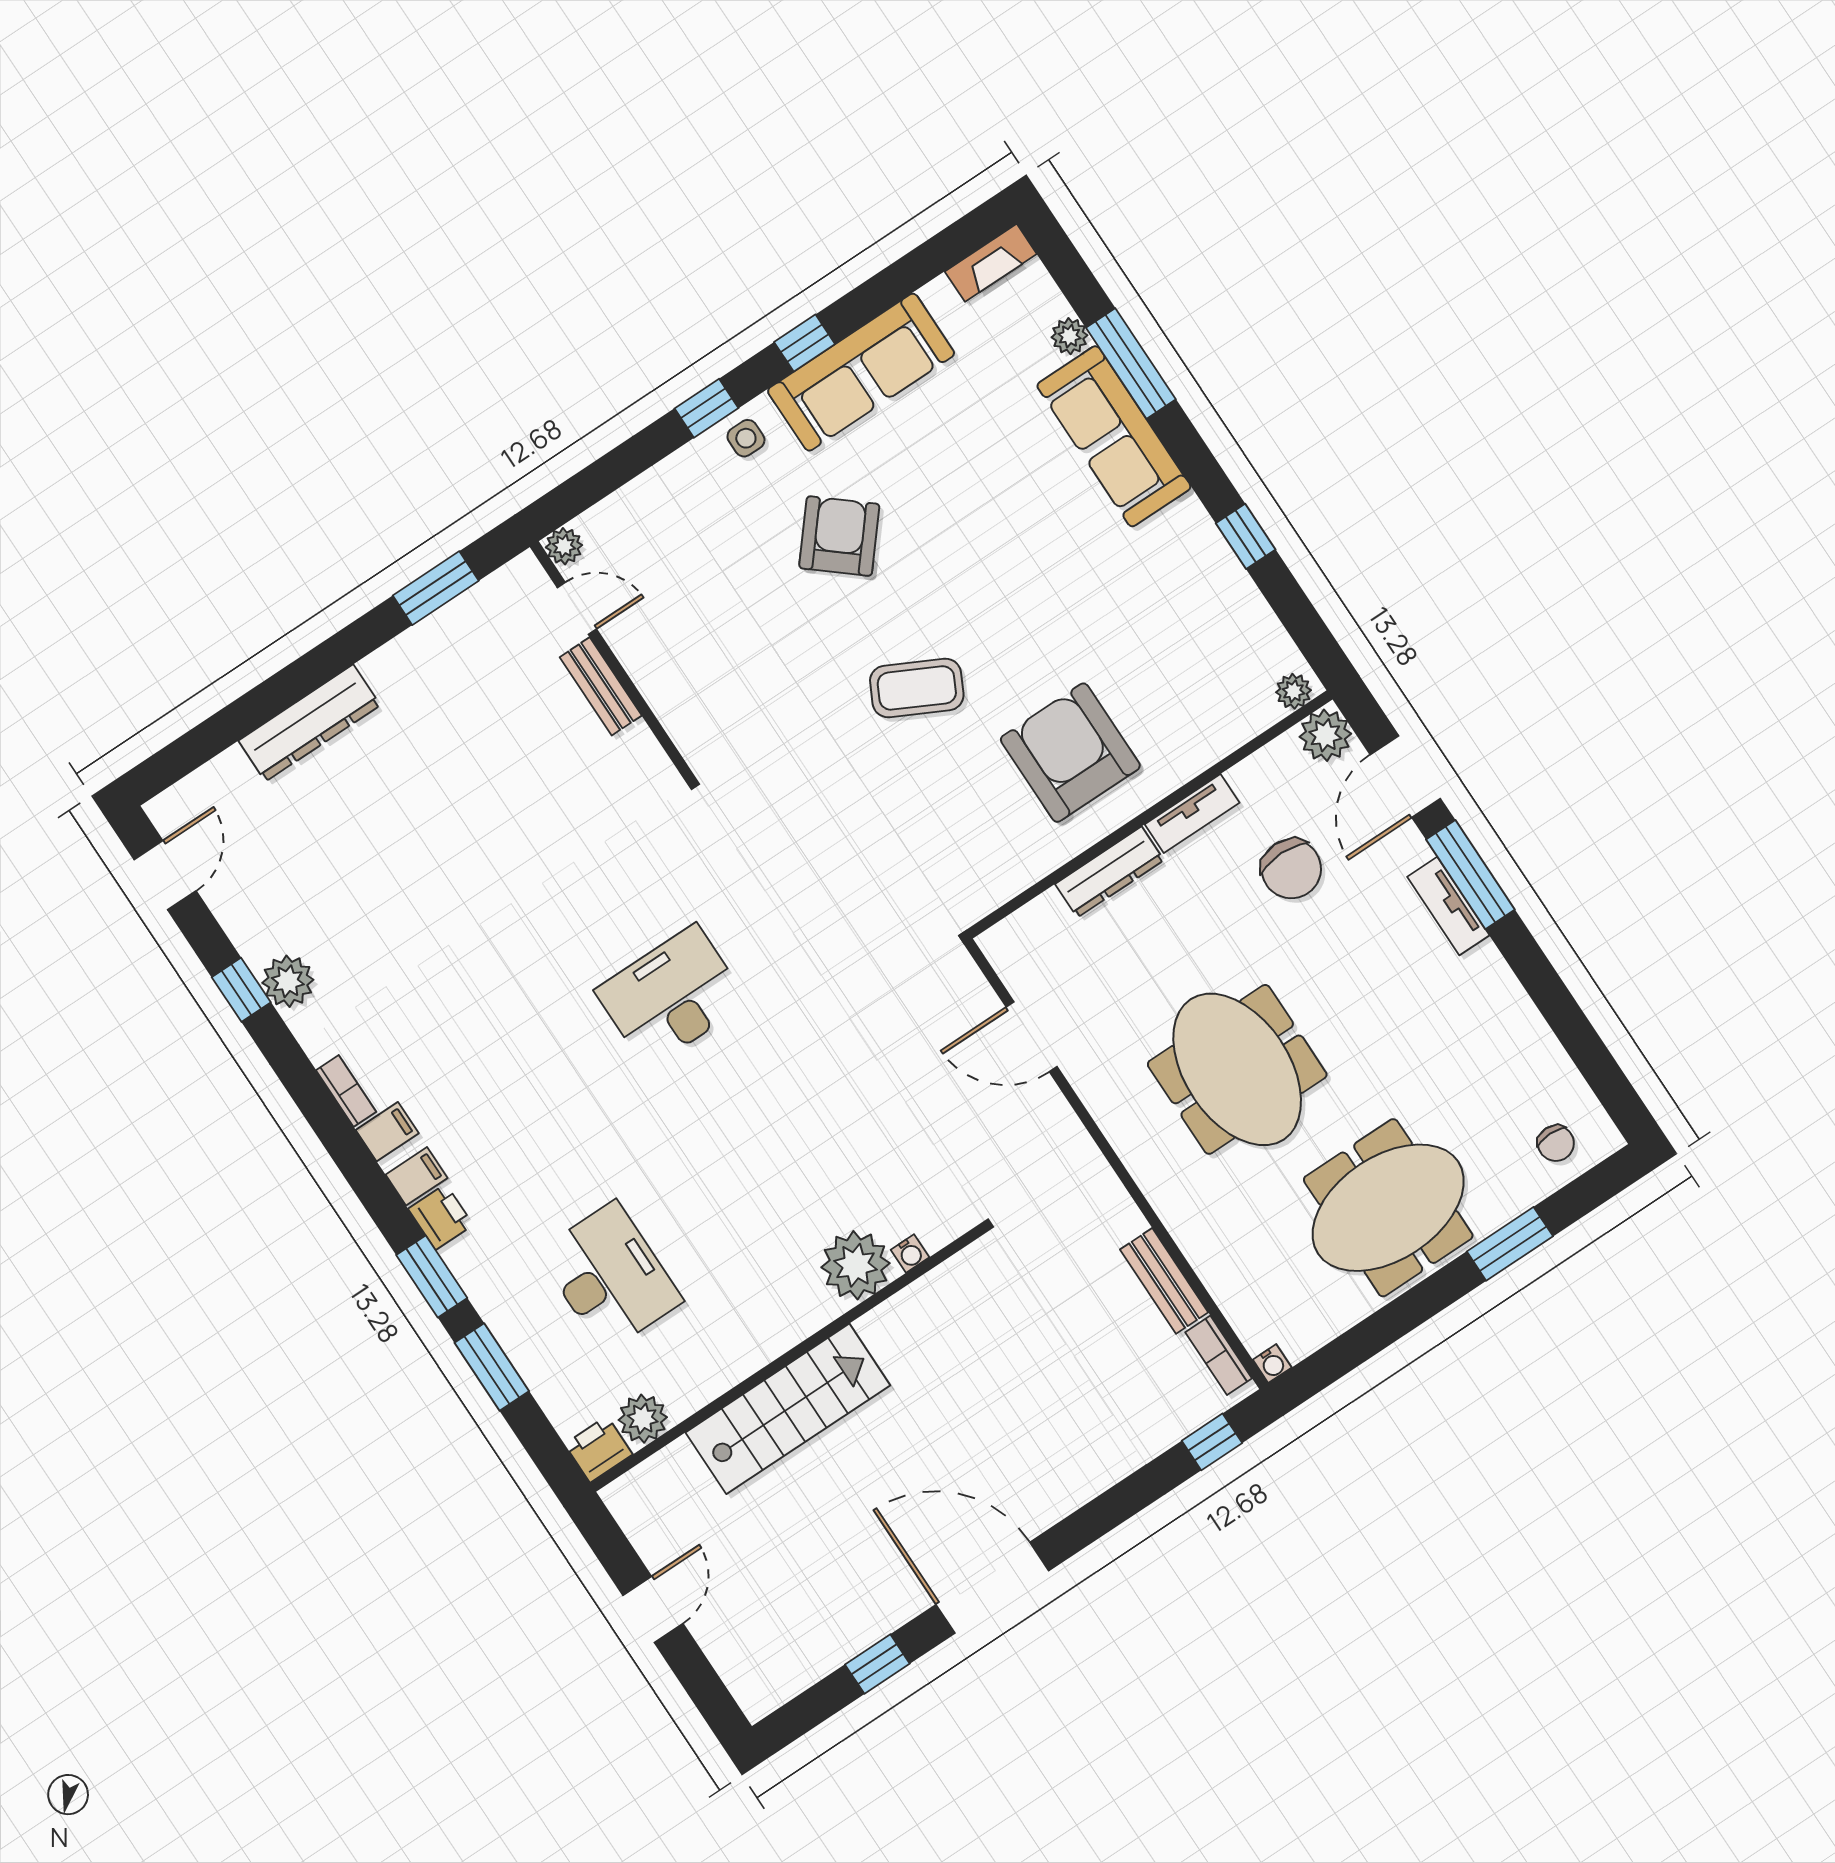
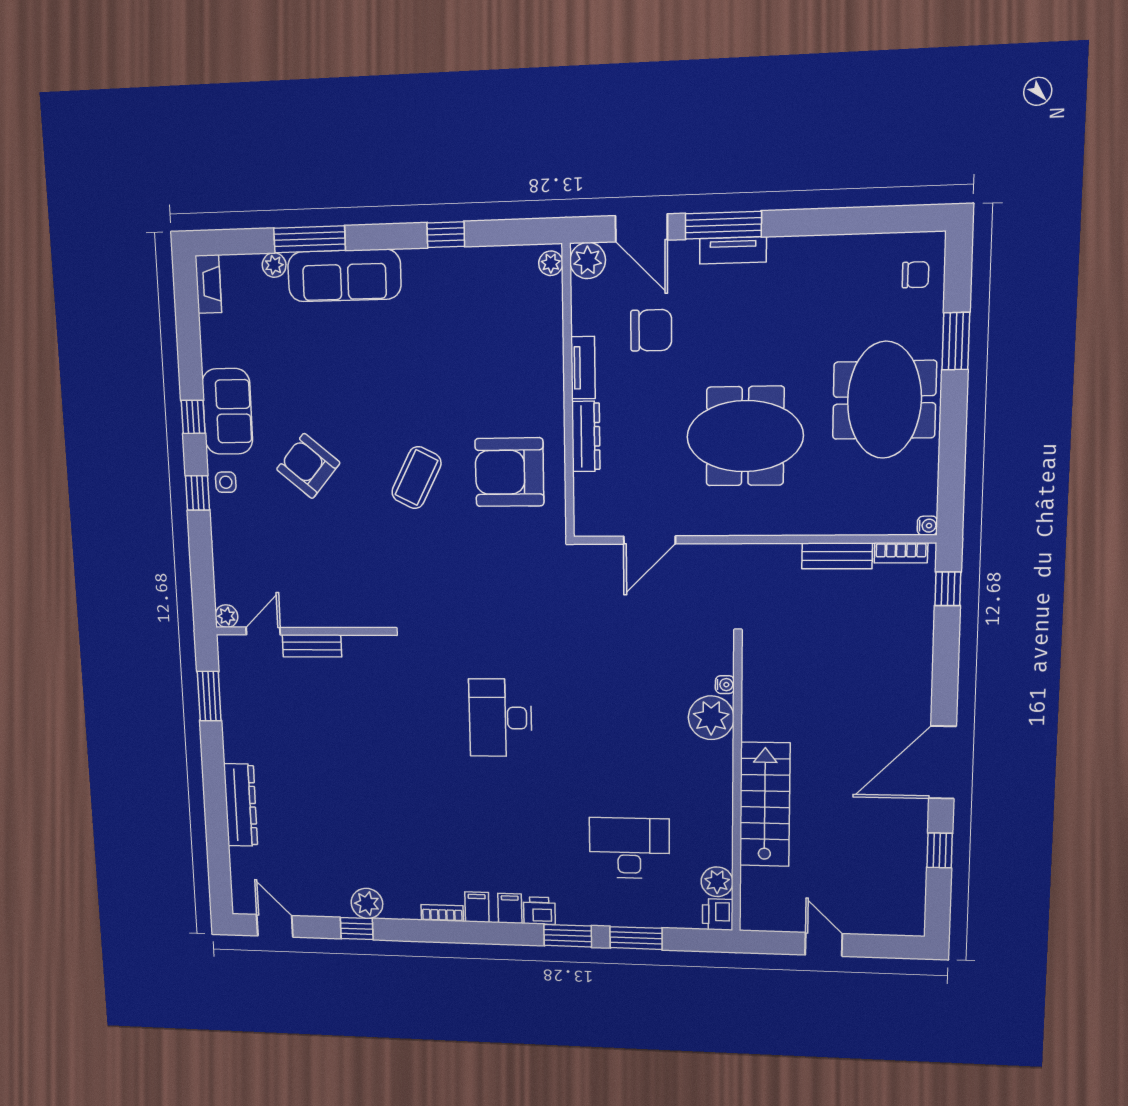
sofa: (861, 372) -> (227, 411), width x0.73
armchair: (1070, 753) -> (509, 472), moved

